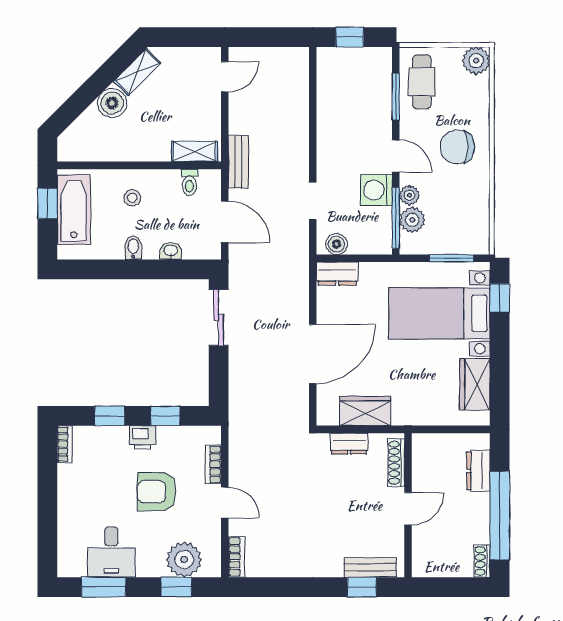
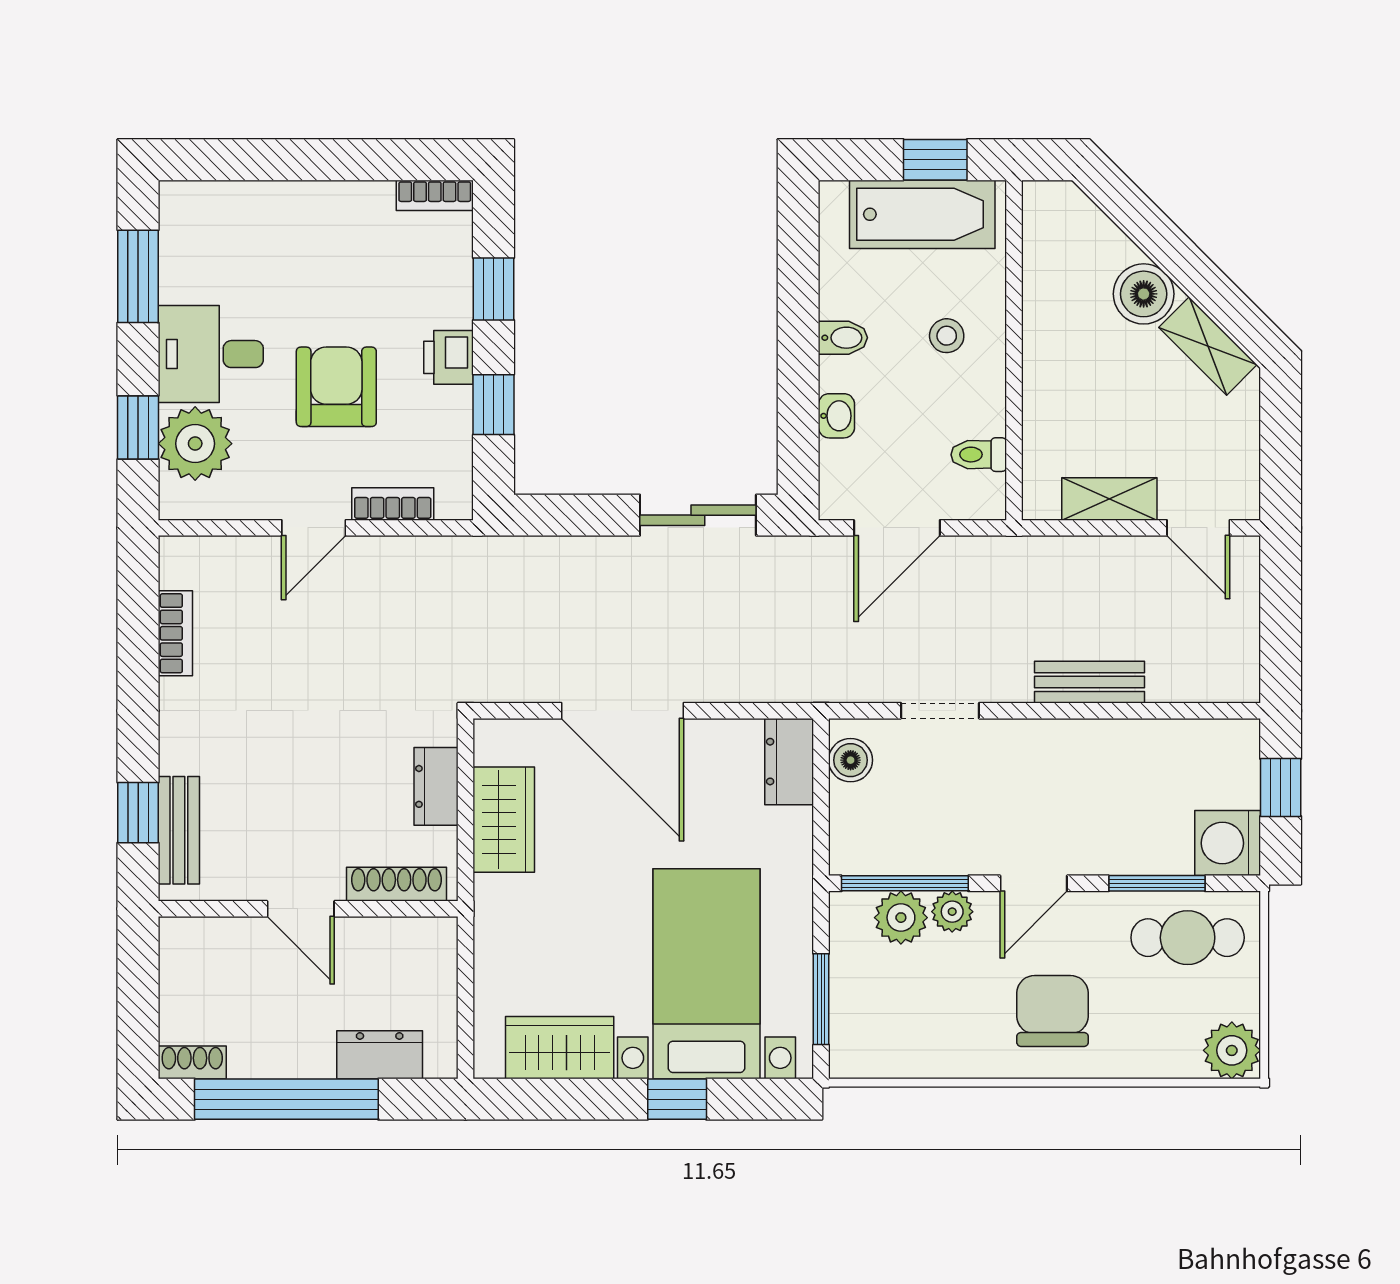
shelving: (194, 151) -> (1109, 499), moved, turned 90
bench: (238, 162) -> (1089, 682), moved
washing machine: (376, 190) -> (1228, 843), moved, turned -90
window: (500, 298) -> (677, 1099), moved
desk: (111, 552) -> (211, 354), moved
bookcase: (237, 557) -> (175, 633), moved, turned -90

